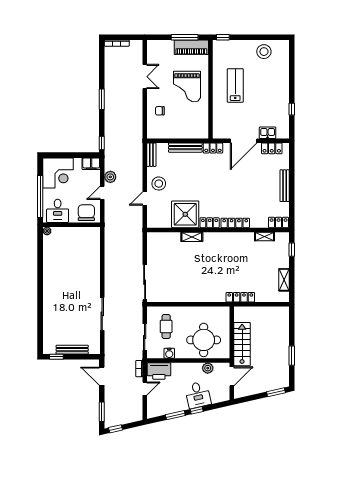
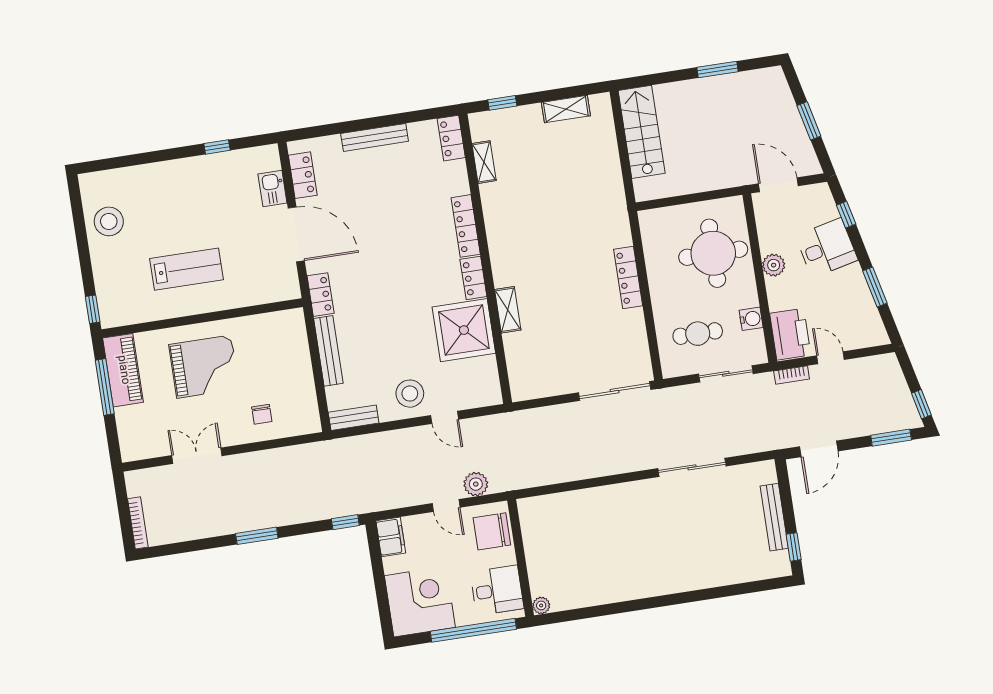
lab bench: (235, 85) -> (187, 269), turned 180
plant: (110, 177) -> (476, 484), moved
locker: (240, 297) -> (628, 278), moved
stairs: (242, 344) -> (642, 132), moved, turned 90
plant: (208, 368) -> (774, 265), moved
window: (276, 392) -> (809, 121), moved
window: (197, 410) -> (846, 215), moved

